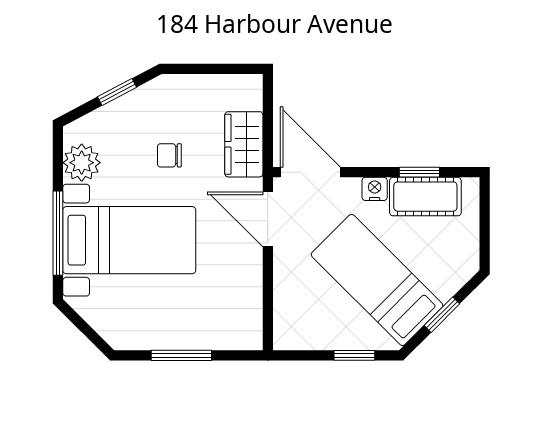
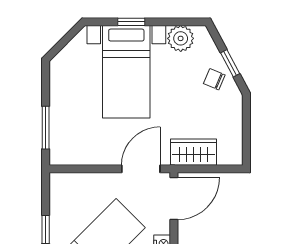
chair: (169, 155) -> (214, 79), moved, turned -67
window: (58, 233) -> (131, 22), width x0.46
window: (181, 355) -> (46, 128), moved

